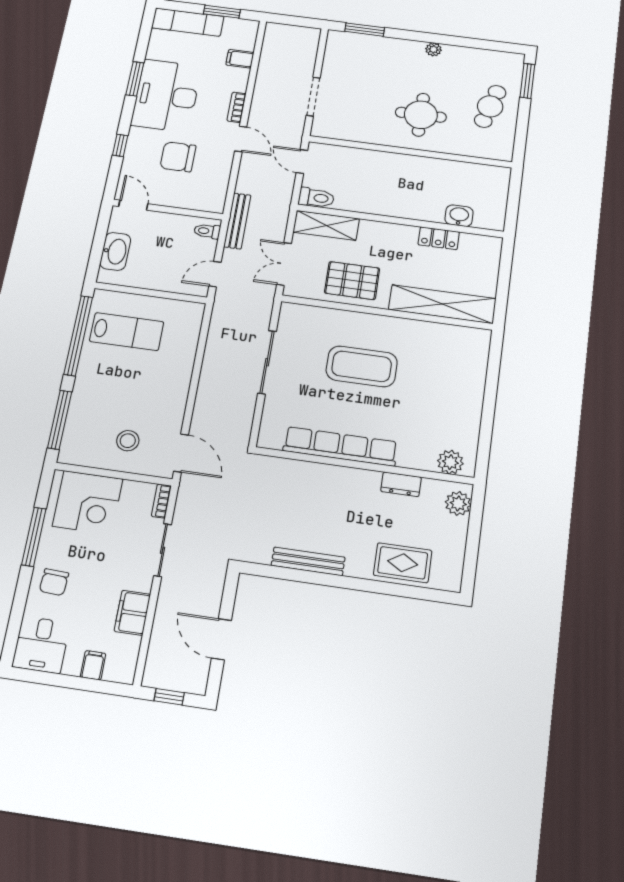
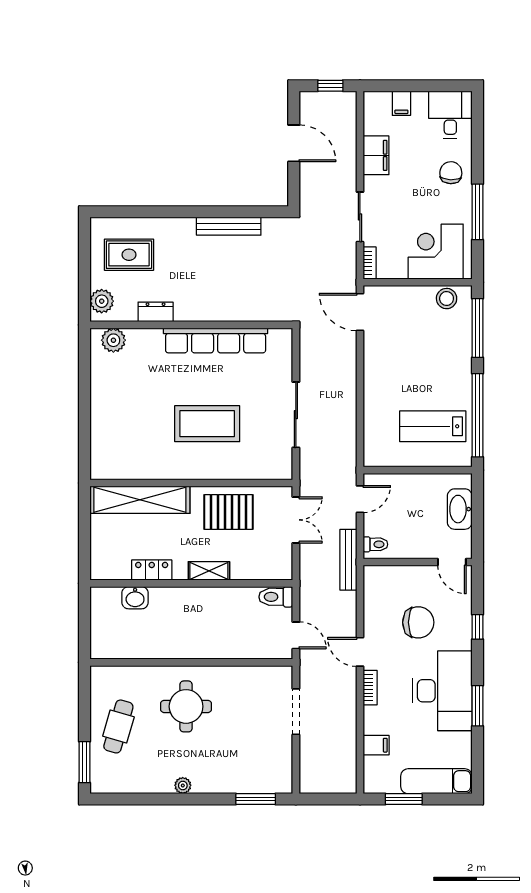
shelving: (326, 225) -> (209, 571), moved, width x0.67, depth x0.75
stool: (128, 441) -> (447, 299), moved
rug: (403, 563) -> (129, 255), moved

